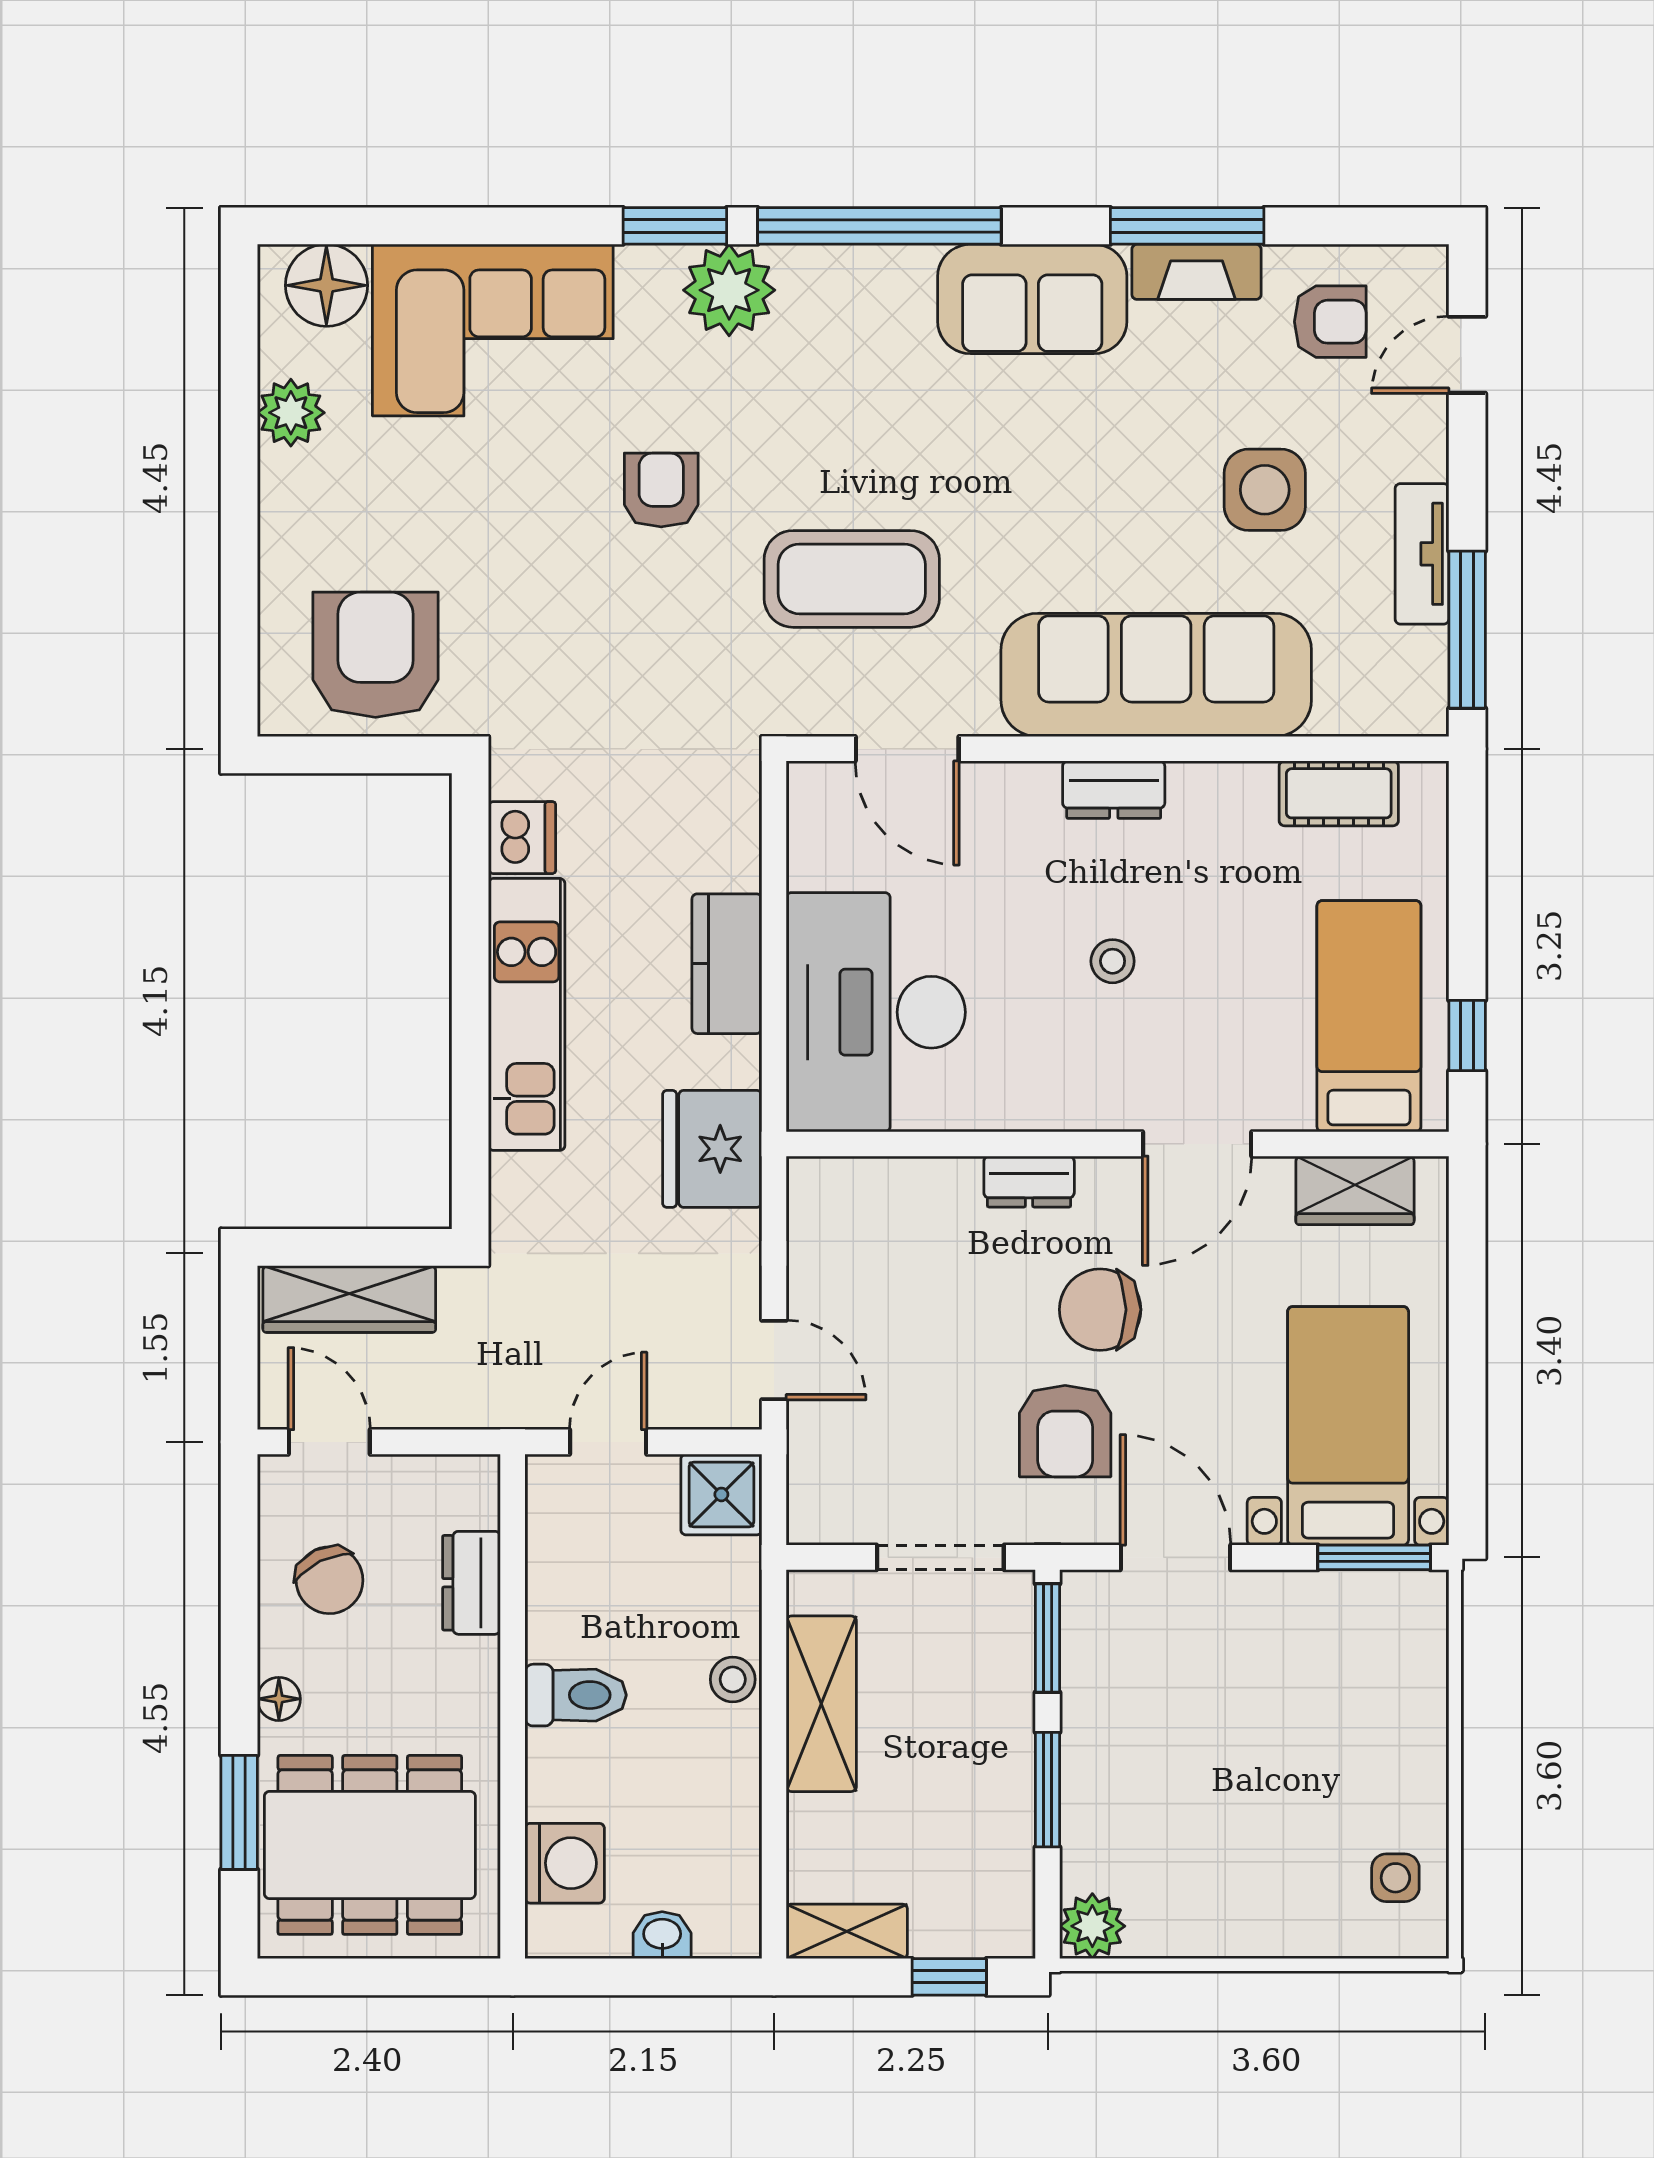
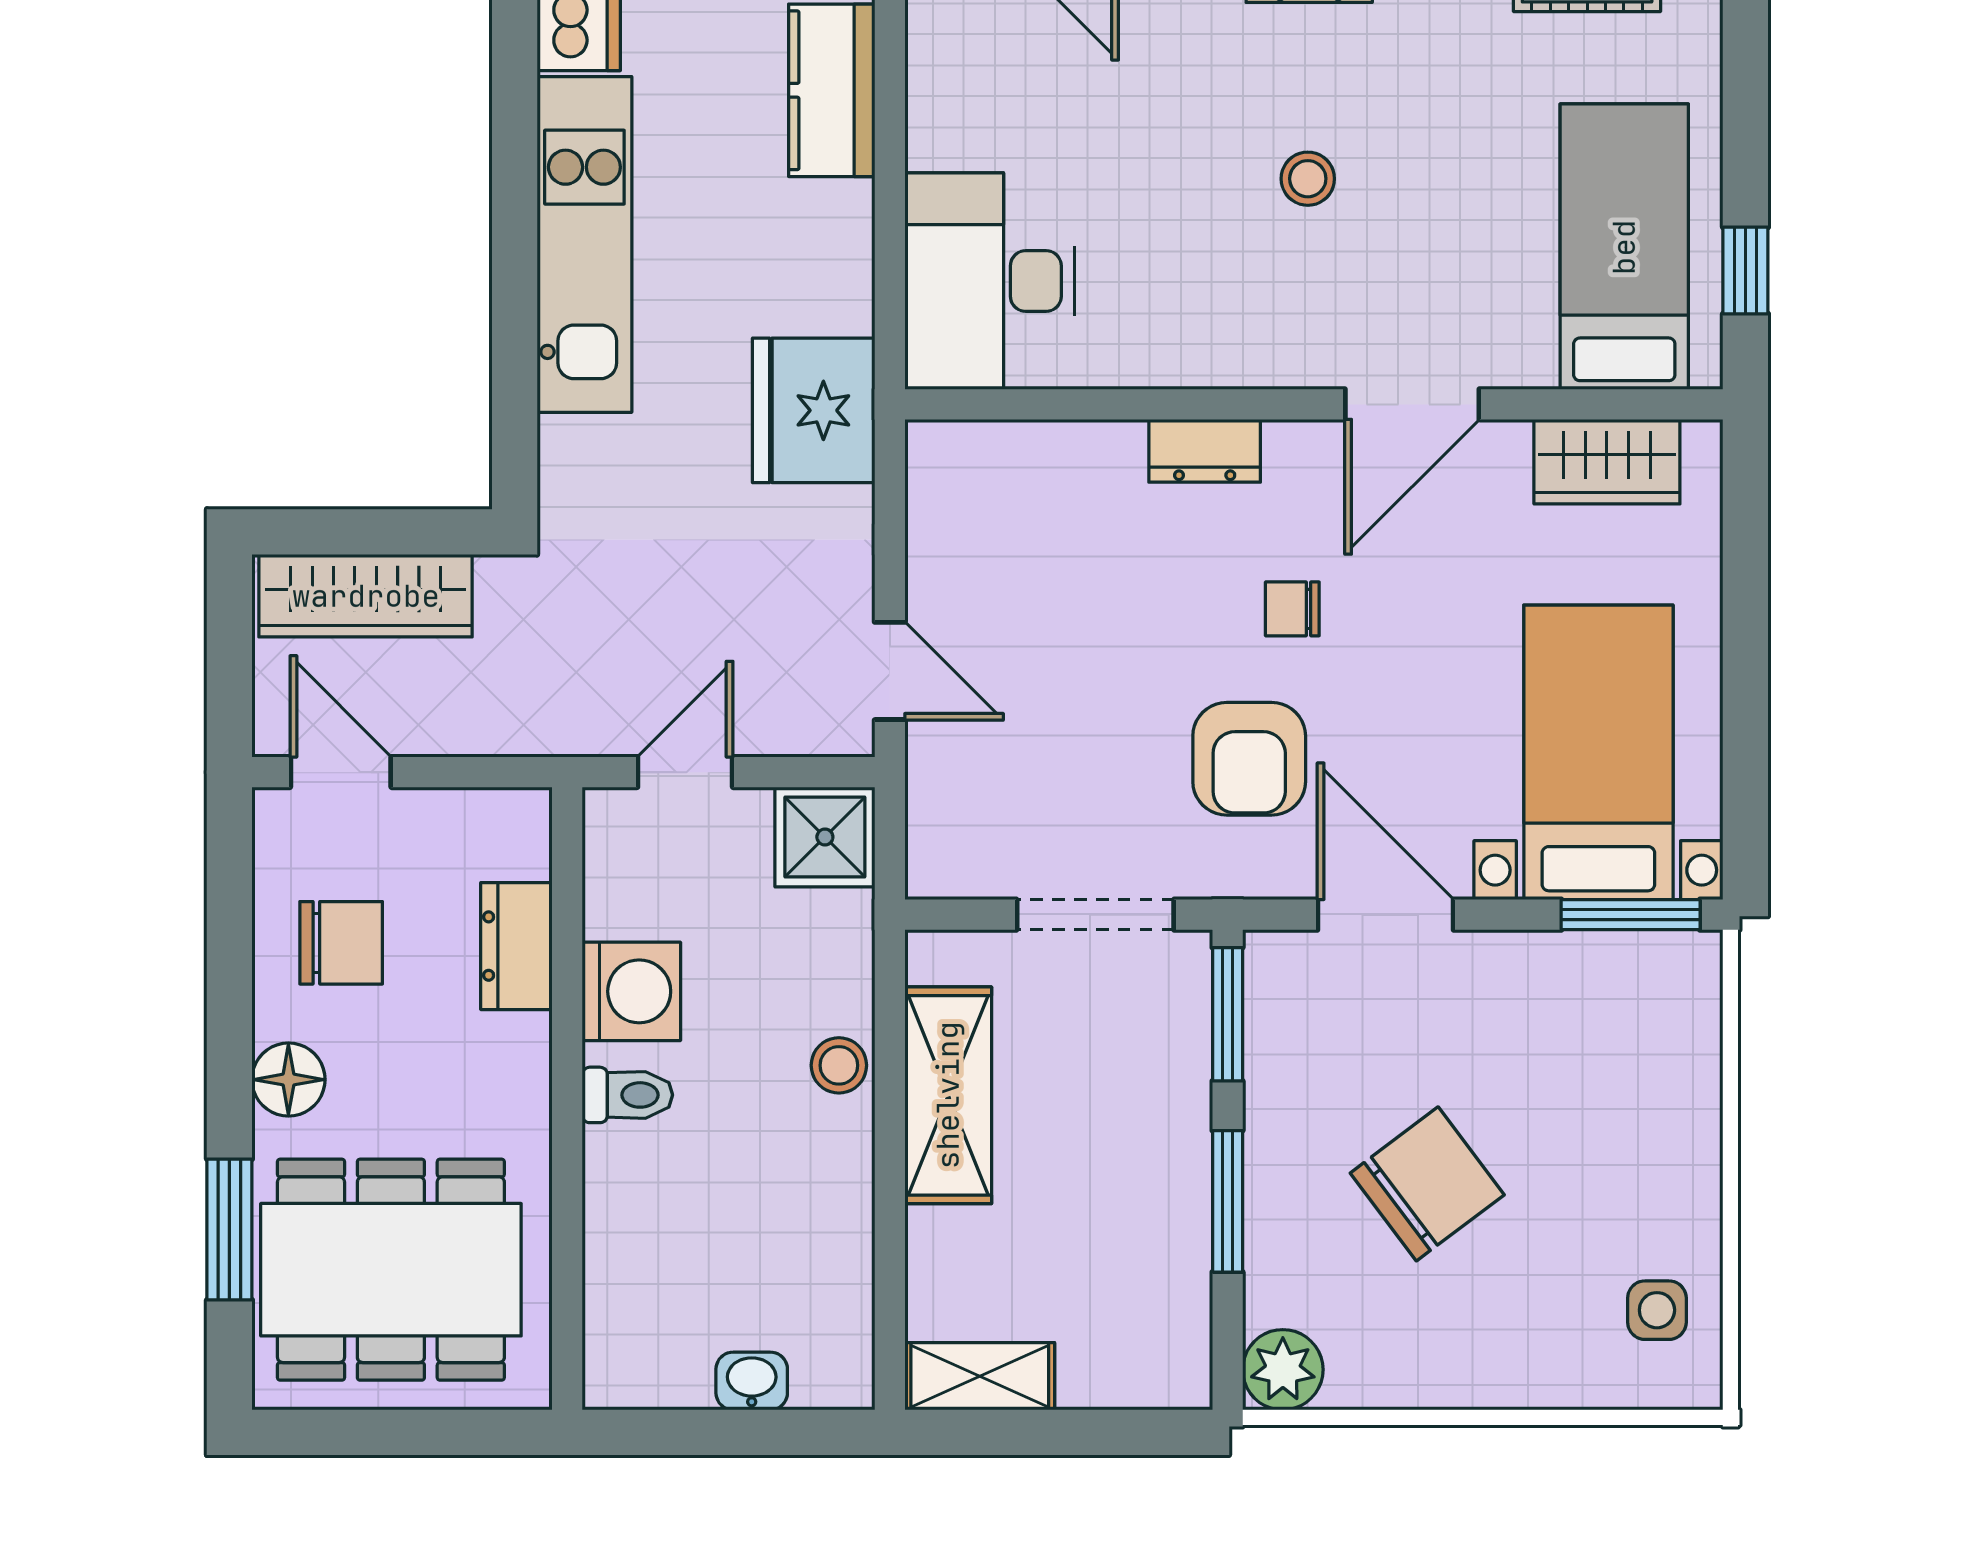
kitchen counter: (727, 964) -> (832, 90), moved
desk: (876, 1012) -> (990, 281), width x0.73, depth x0.77
chair: (1100, 1310) -> (1292, 609), width x0.54, depth x0.54
chair: (330, 1580) -> (341, 943), turned -64
toilet: (576, 1695) -> (627, 1095), width x0.73, depth x0.72
floor lamp: (279, 1699) -> (288, 1080), width x1.37, depth x1.37
chair: (1209, 1776) -> (1427, 1184), added
washing machine: (565, 1863) -> (631, 991), moved
window: (949, 1977) -> (1106, 1432), removed

